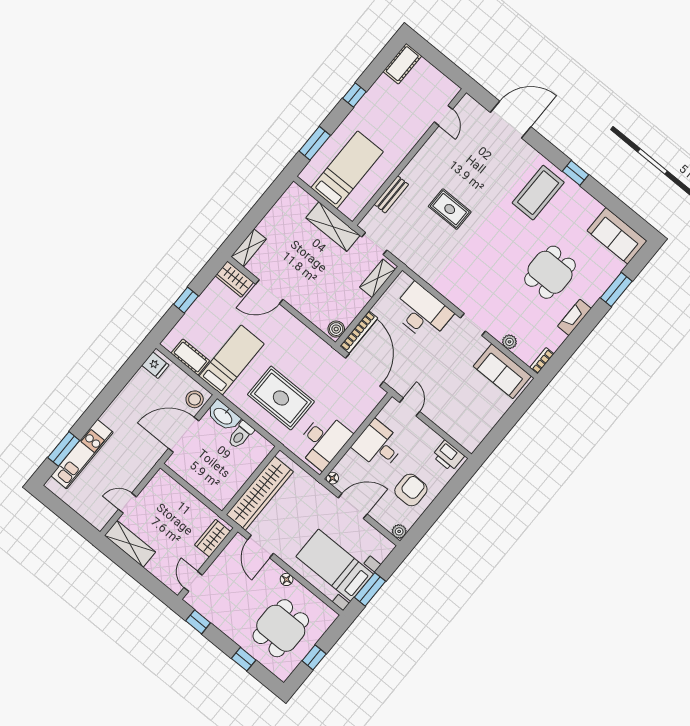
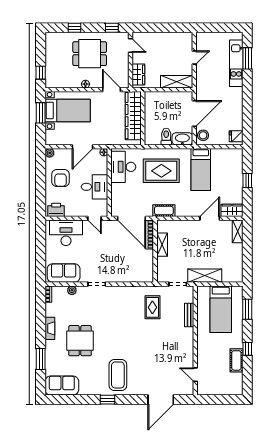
cot: (402, 64) -> (236, 360), moved
rug: (450, 209) -> (152, 307), moved, turned 90
shelving: (378, 278) -> (162, 245), moved
desk: (422, 312) -> (66, 233), moved, turned 180
boiler: (336, 329) -> (162, 227), removed
cot: (190, 357) -> (164, 211), moved
shelving: (130, 544) -> (177, 82), moved
dining table: (281, 628) -> (90, 54), moved, turned 90
window: (314, 657) -> (41, 73), moved

